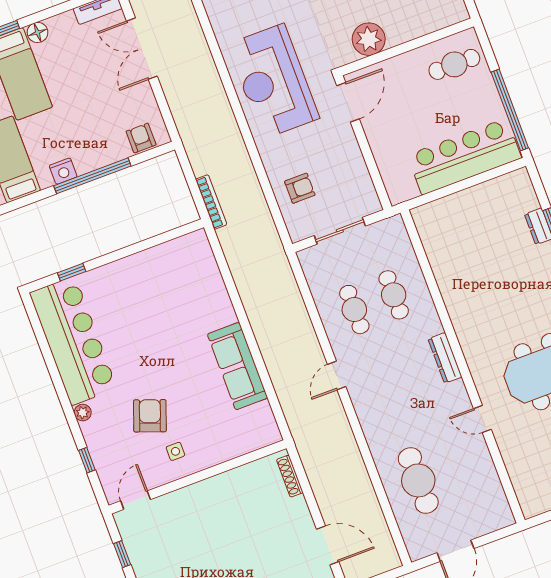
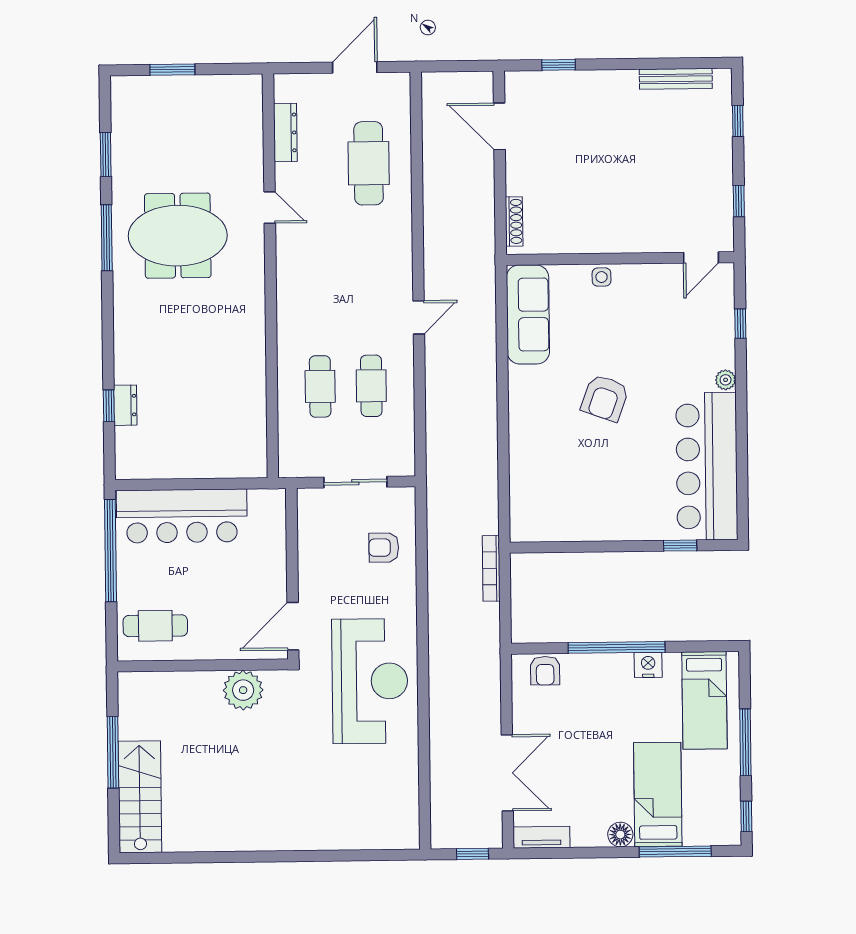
dresser: (445, 358) -> (285, 133), moved
sofa: (238, 366) -> (528, 314), moved
armchair: (150, 416) -> (605, 398), moved
side table: (175, 451) -> (602, 277), moved

